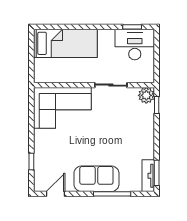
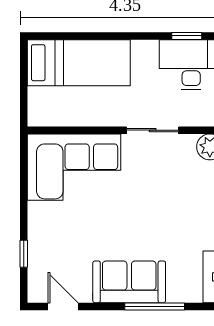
door: (56, 194) -> (63, 306), hinge flipped

